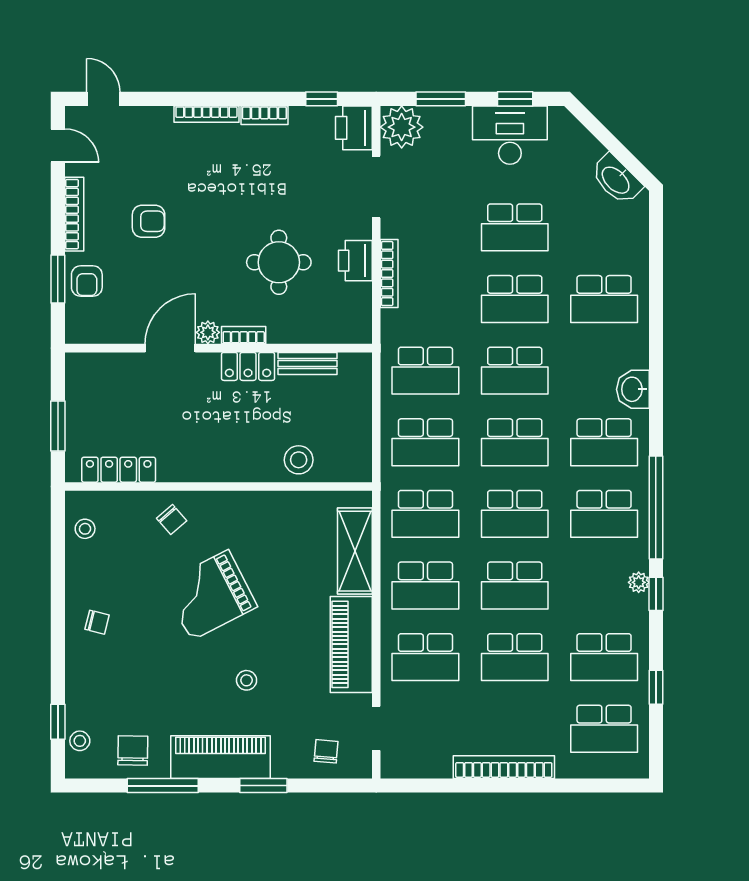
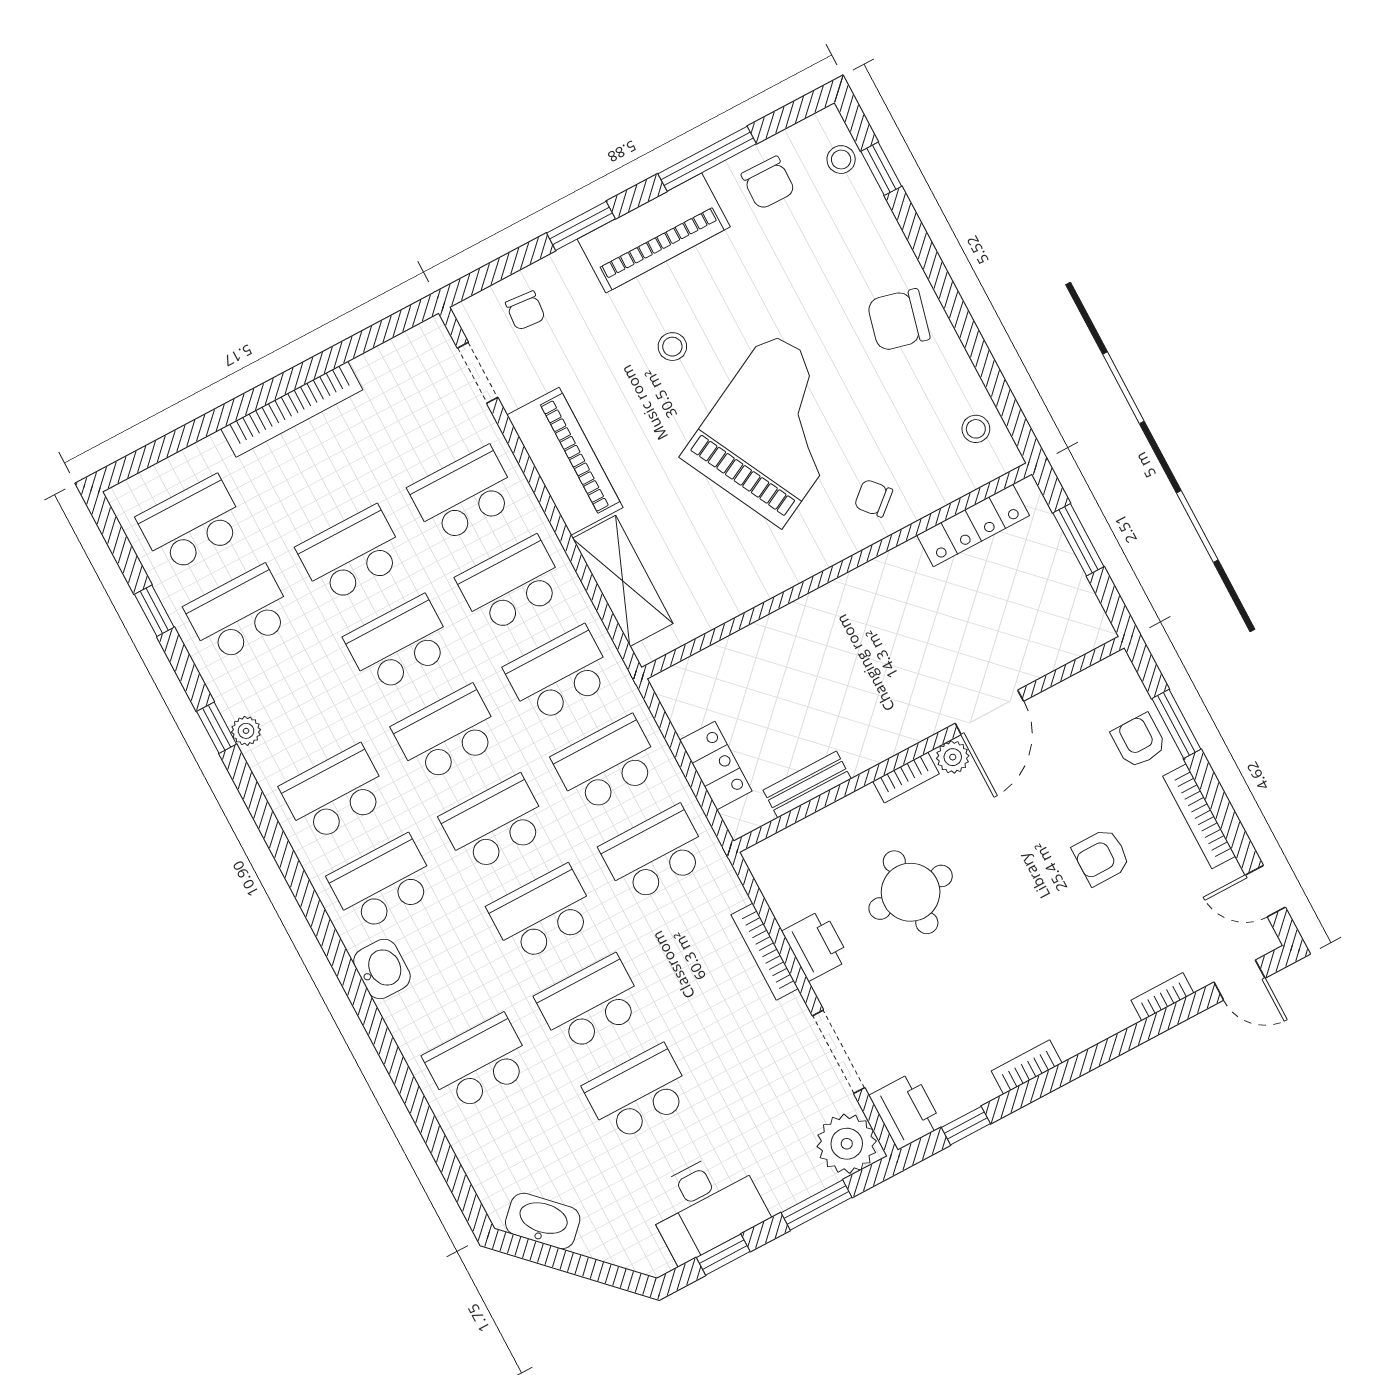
bookcase: (206, 114) -> (1162, 997), moved, width x0.64
locker: (248, 366) -> (716, 766), moved, turned 90
stool: (299, 460) -> (754, 658), removed
window: (656, 508) -> (274, 836), removed
grand piano: (210, 595) -> (775, 429), width x1.37, depth x1.48
chair: (97, 622) -> (898, 320), width x1.87, depth x1.87

